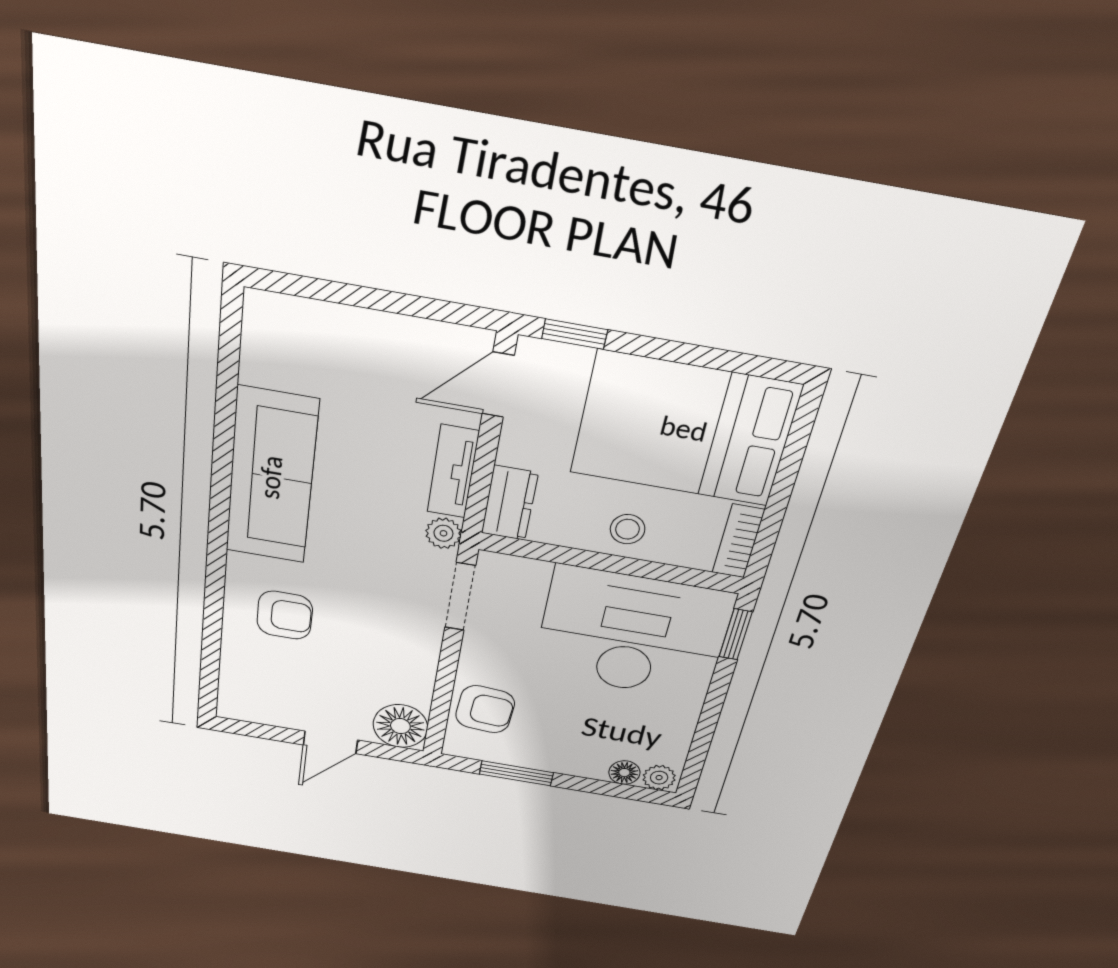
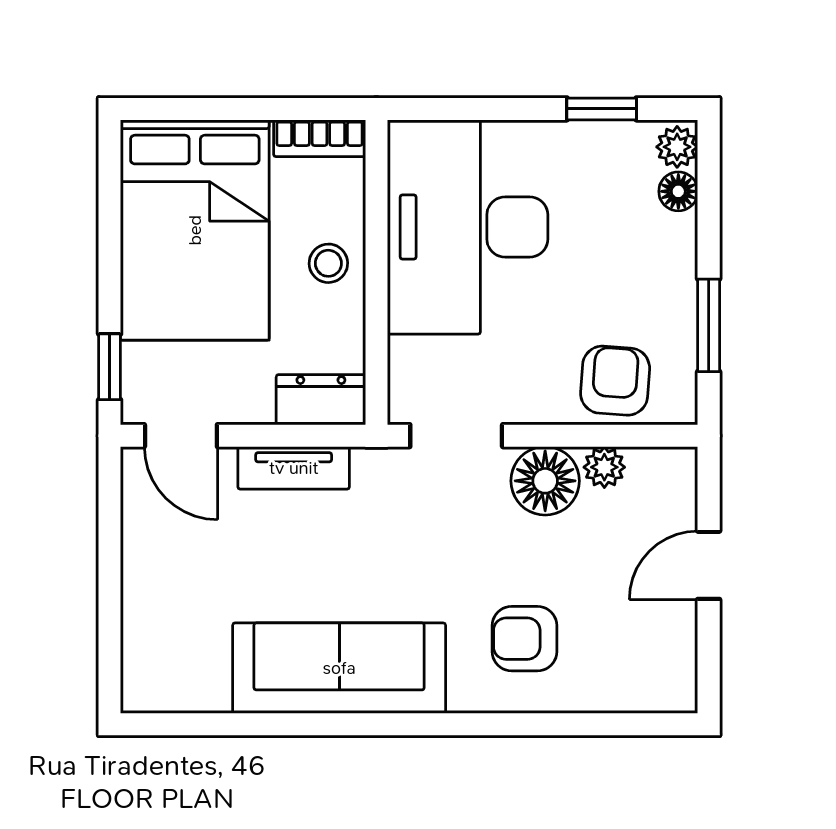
plant: (443, 533) -> (604, 467), moved
armchair: (285, 615) -> (525, 639), turned -90
window: (736, 634) -> (602, 109), moved
floor lamp: (400, 726) -> (545, 481), moved
door: (330, 742) -> (709, 565), swing flipped

